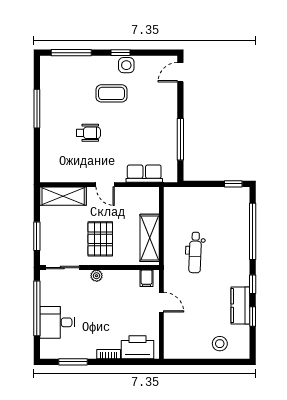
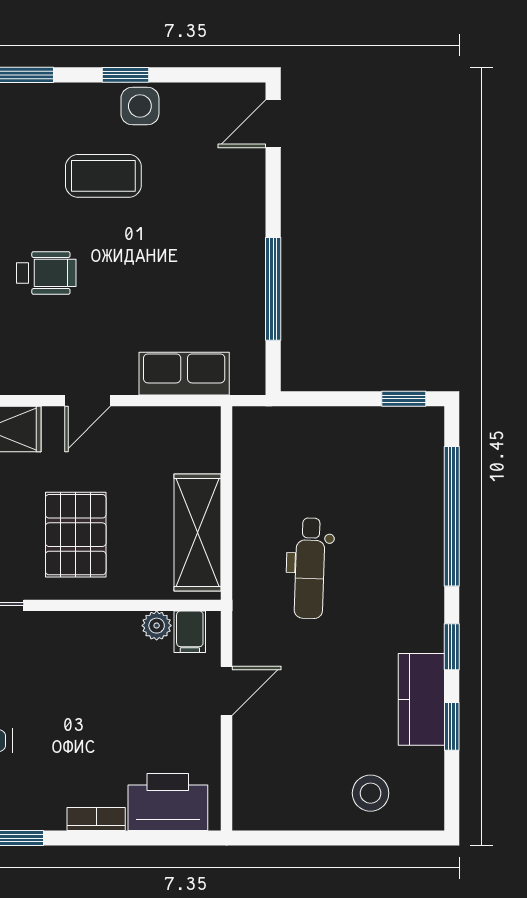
door: (105, 185) -> (88, 401), hinge flipped
plant: (97, 276) -> (157, 626), moved
door: (161, 302) -> (227, 691), hinge flipped

